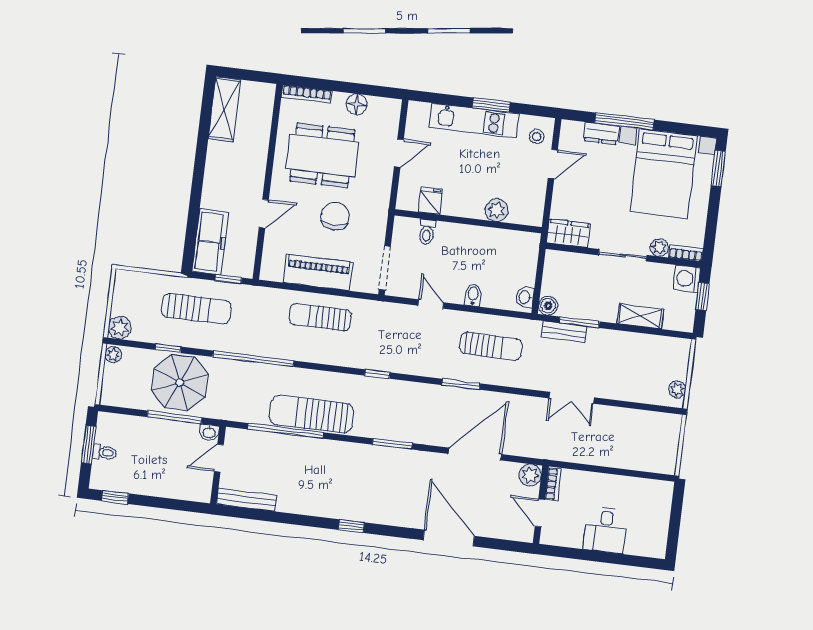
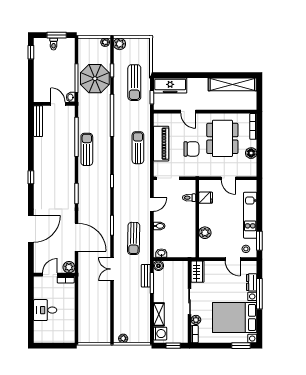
window: (491, 105) -> (259, 241), moved
shelving: (224, 109) -> (232, 84), width x1.47
washing machine: (687, 279) -> (160, 334), moved, turned 90
double door: (572, 398) -> (112, 269), moved
sun lounger: (312, 414) -> (87, 149), width x0.73, depth x0.75

